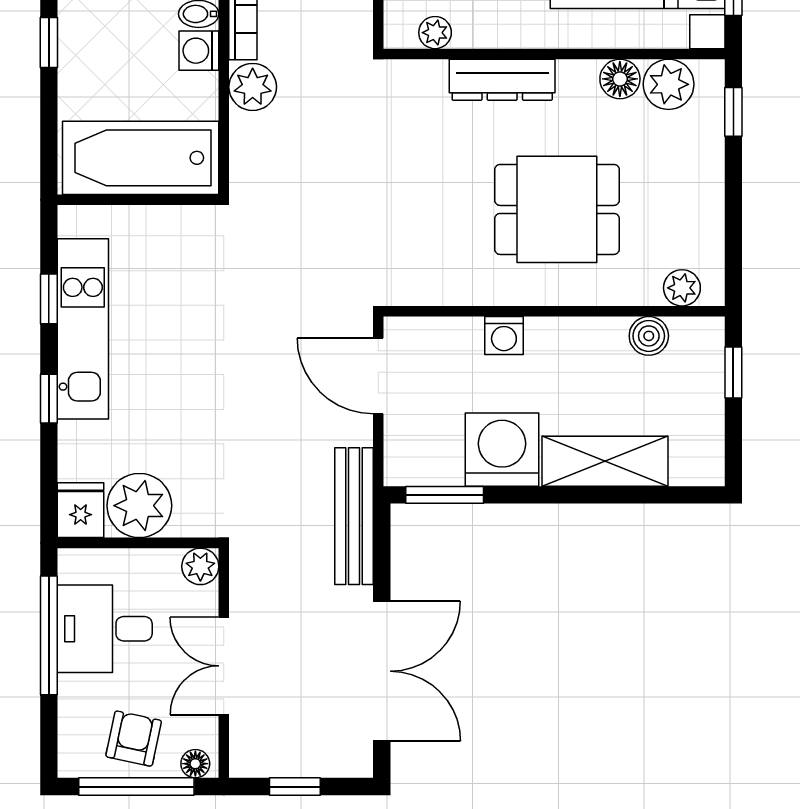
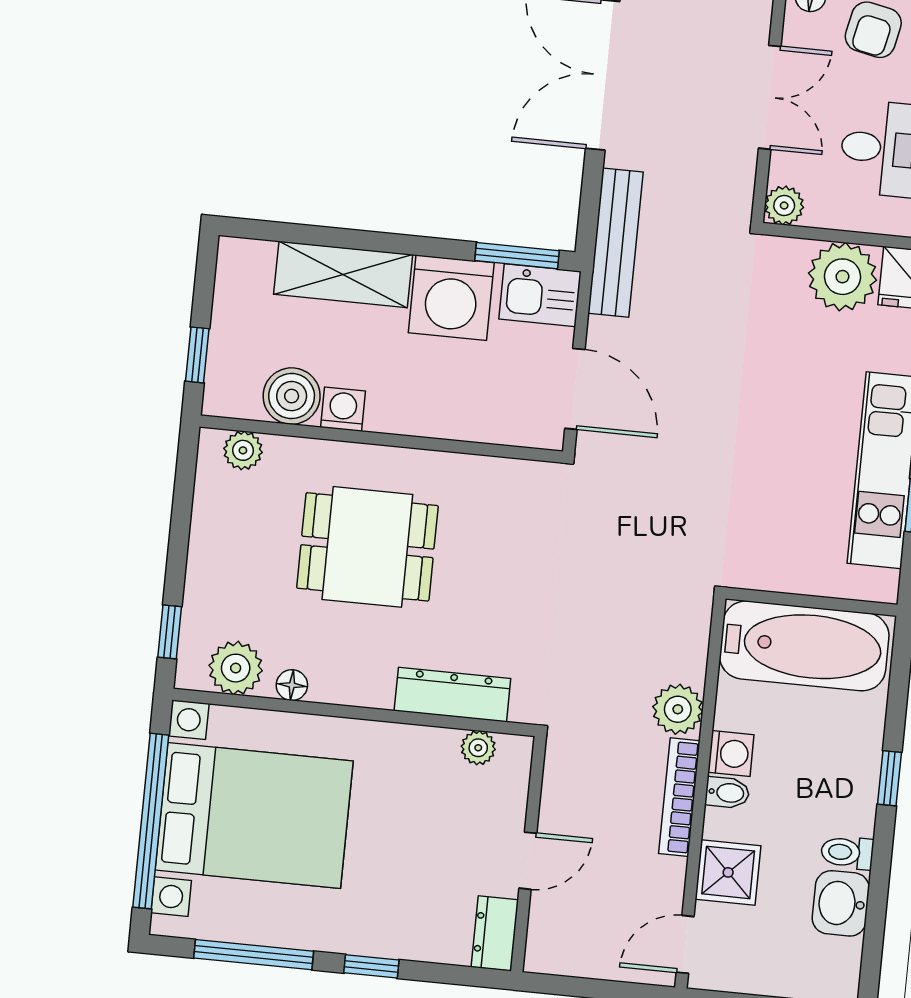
floor lamp: (620, 79) -> (292, 685), width x0.73, depth x0.73
dresser: (502, 80) -> (452, 695), moved
washing machine: (504, 336) -> (343, 409), moved
boiler: (649, 336) -> (292, 396), width x1.36, depth x1.36
kitchen sink: (420, 460) -> (540, 295), added

